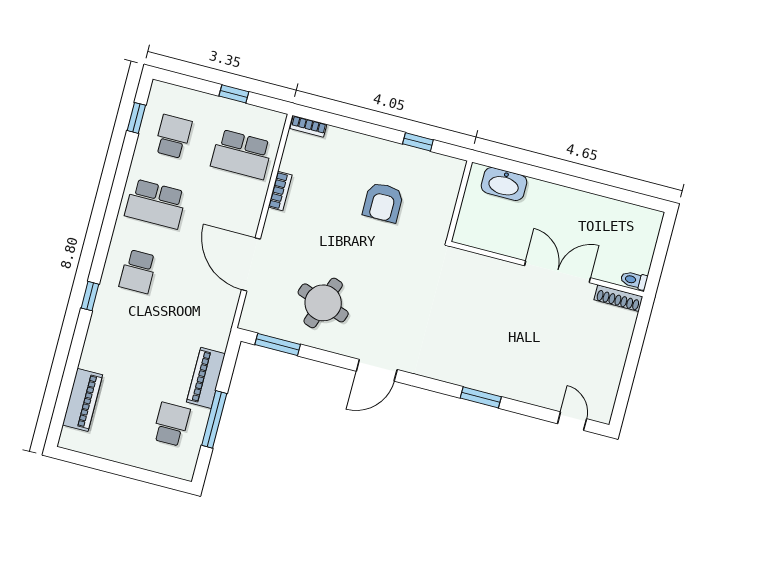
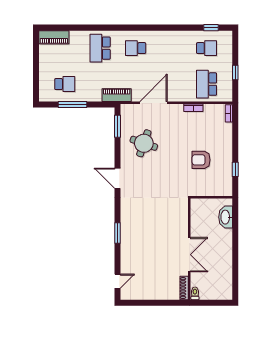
school desk: (156, 204) -> (100, 48), moved
window: (90, 296) -> (117, 28), removed
piano: (206, 378) -> (117, 95), moved
piano: (82, 400) -> (54, 37), moved

